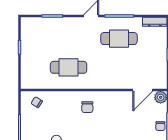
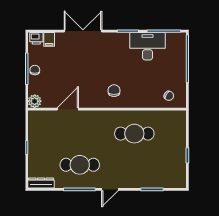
door: (143, 90) -> (68, 109), moved

